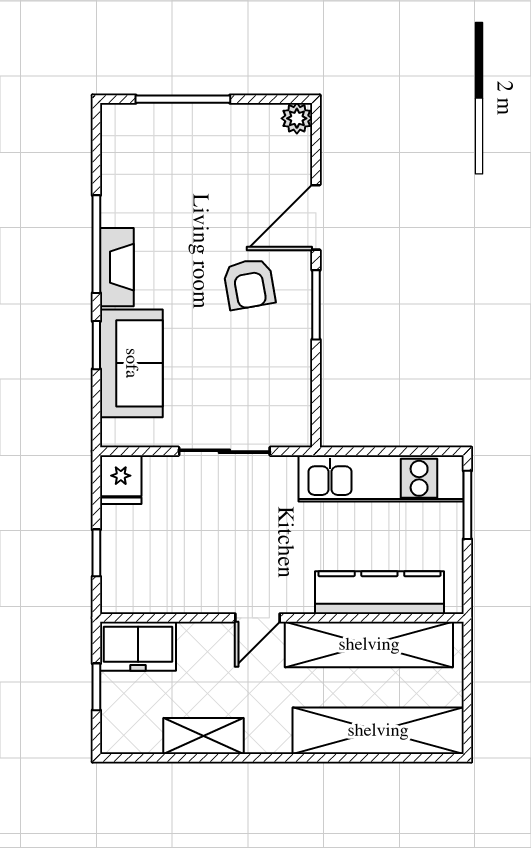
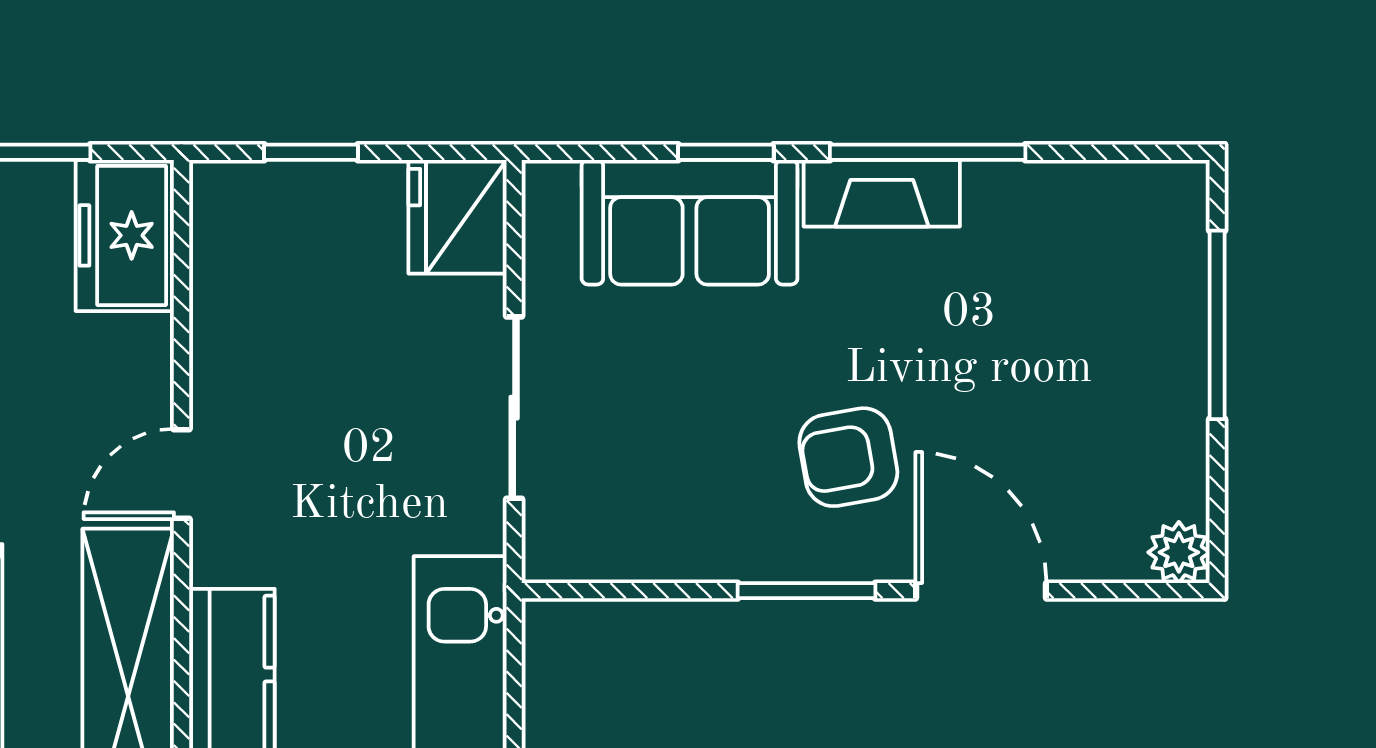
fridge: (121, 480) -> (457, 217), width x1.38
door: (258, 618) -> (181, 474), hinge flipped

